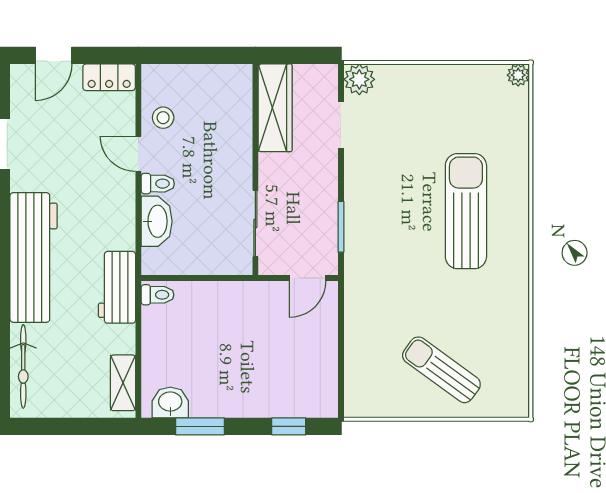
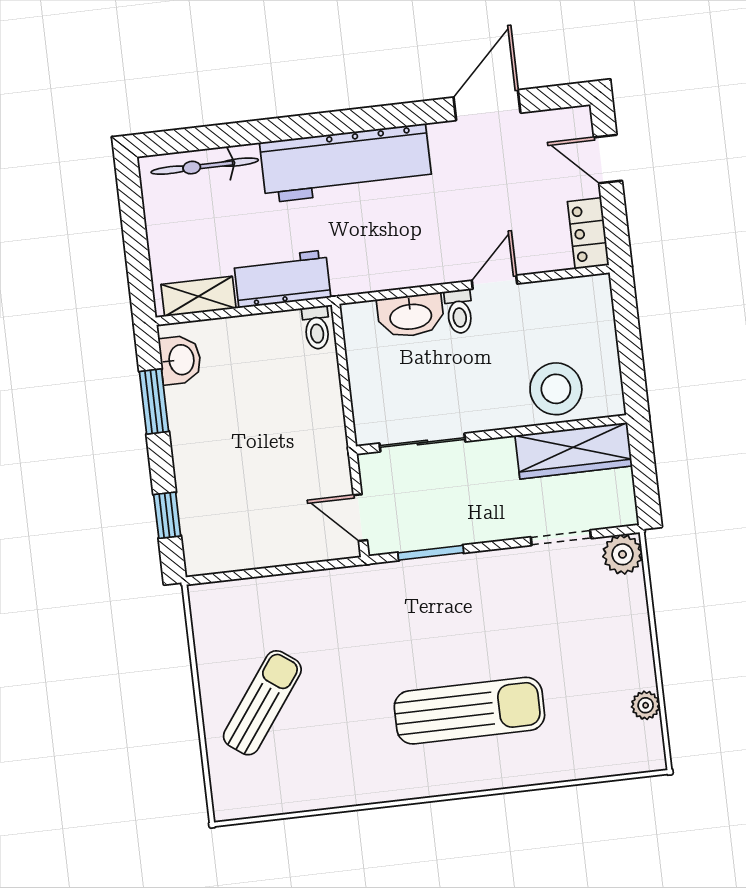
plant: (518, 75) -> (646, 705), moved
stool: (163, 118) -> (556, 389), moved, width x1.89, depth x1.89
workbench: (117, 287) -> (282, 279), moved

